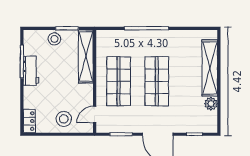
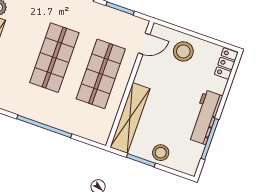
workbench: (31, 71) -> (205, 117), width x1.38

